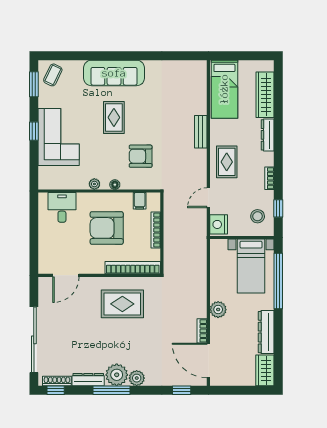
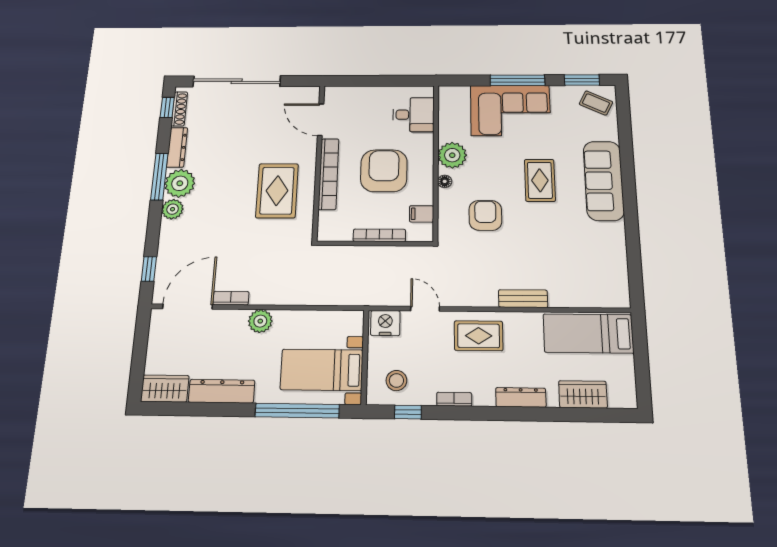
wardrobe: (265, 95) -> (583, 394), width x0.67
rug: (114, 117) -> (540, 180), turned 90
window: (34, 131) -> (517, 80), width x2.17
plant: (94, 184) -> (452, 155), width x1.88, depth x1.88
bookcase: (133, 268) -> (329, 174), moved

